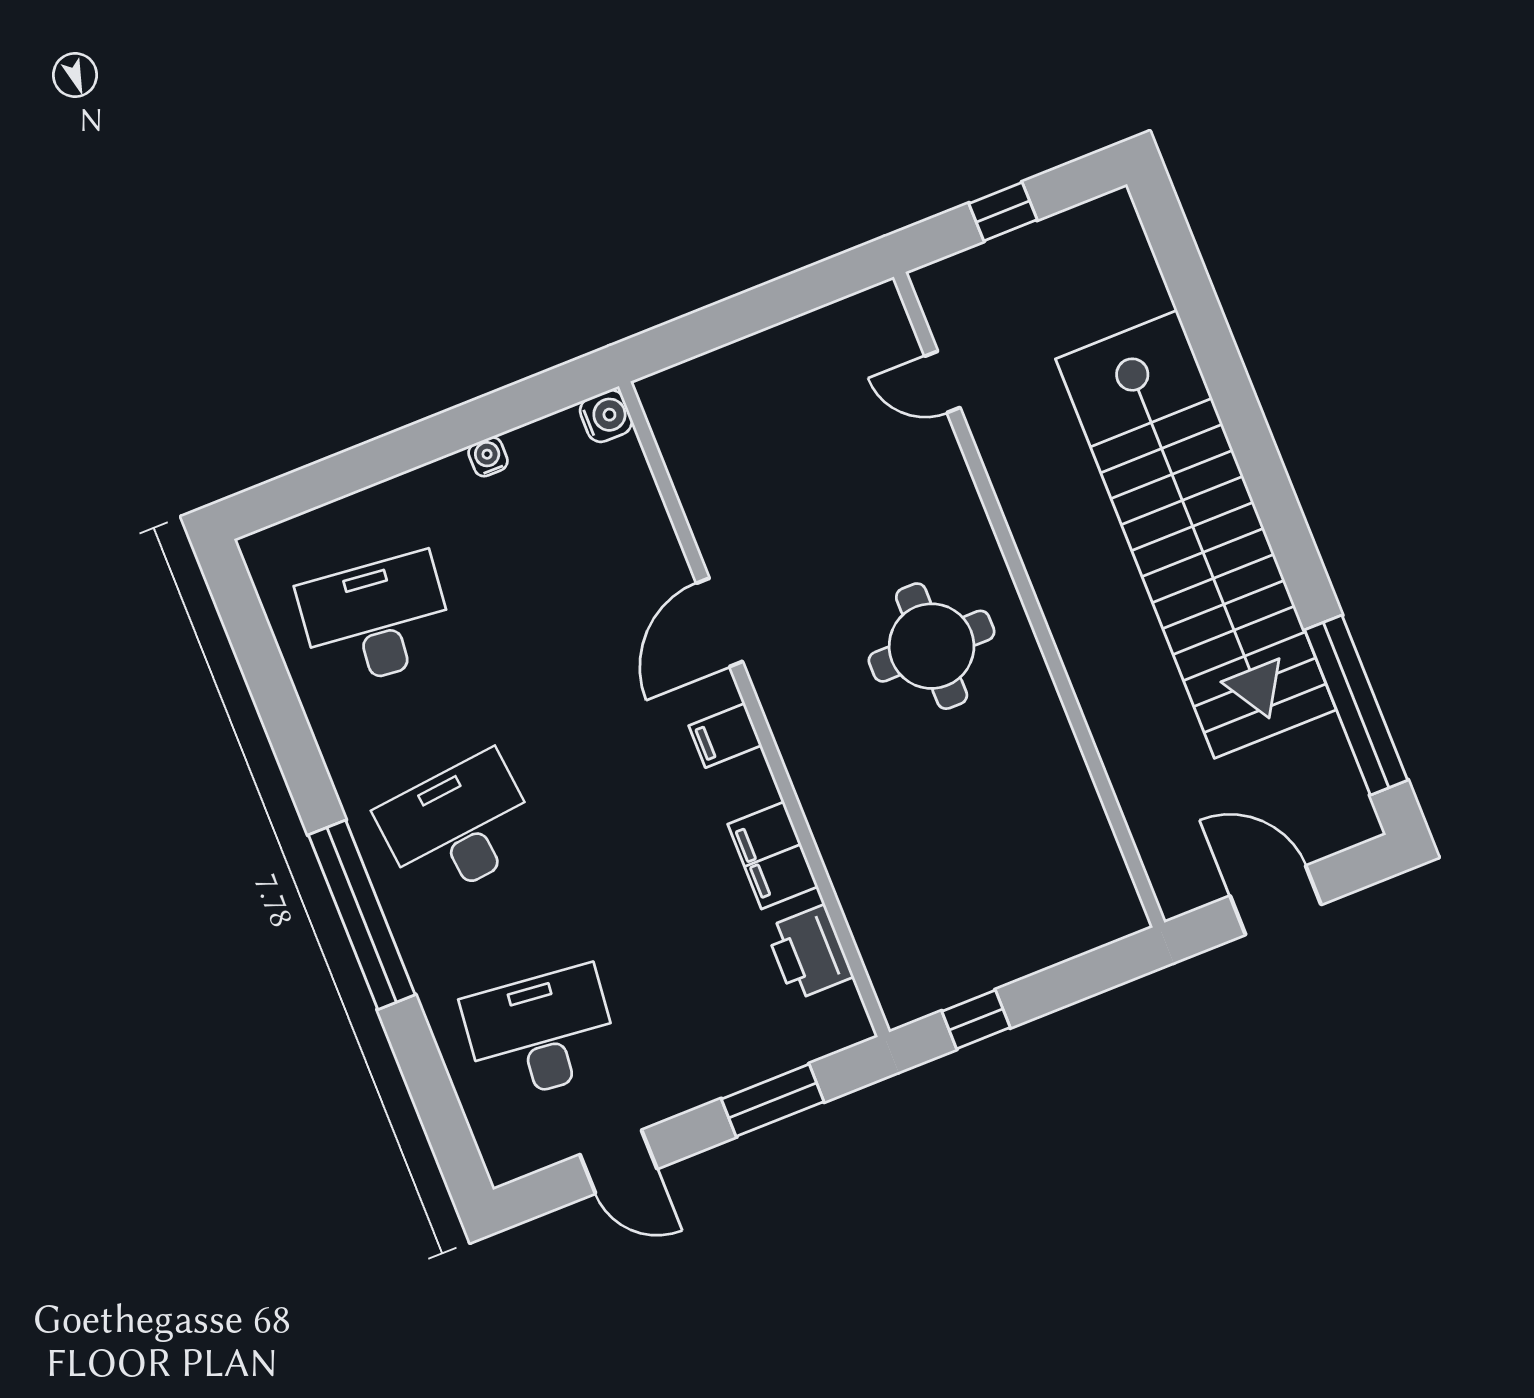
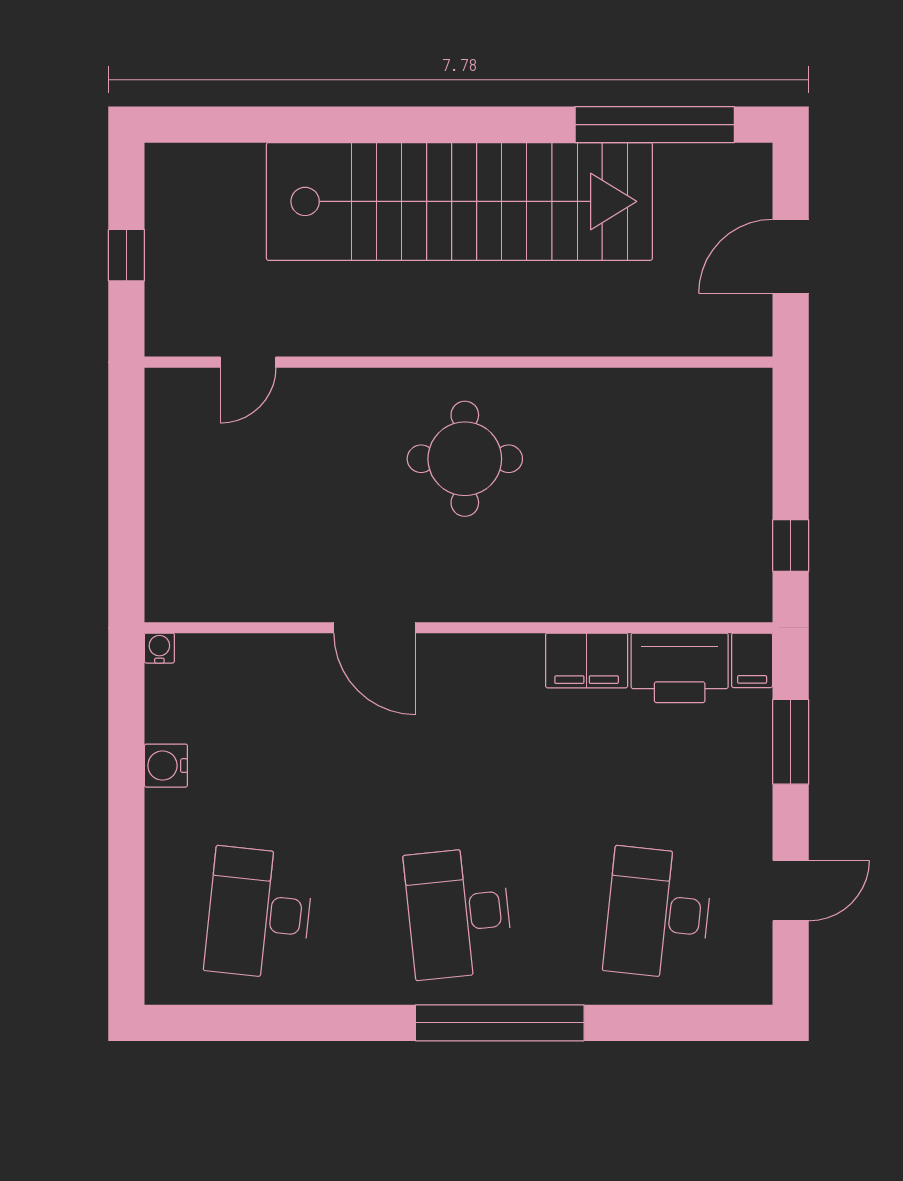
water cooler: (606, 416) -> (159, 648), width x0.72, depth x0.72
water cooler: (488, 457) -> (166, 766), width x1.38, depth x1.38
filing cabinet: (725, 735) -> (752, 660), moved
printer: (809, 952) -> (680, 668), width x1.37, depth x1.19

